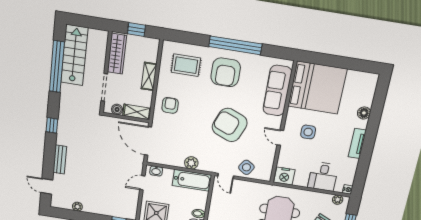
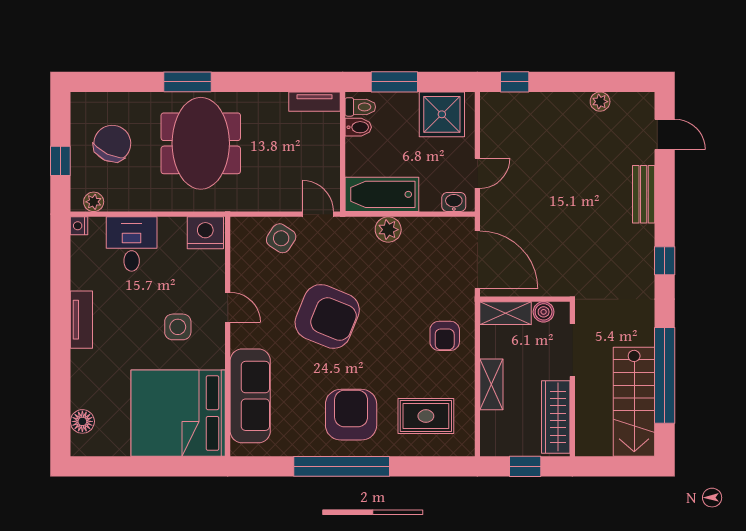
floor lamp: (364, 113) -> (82, 421), moved

